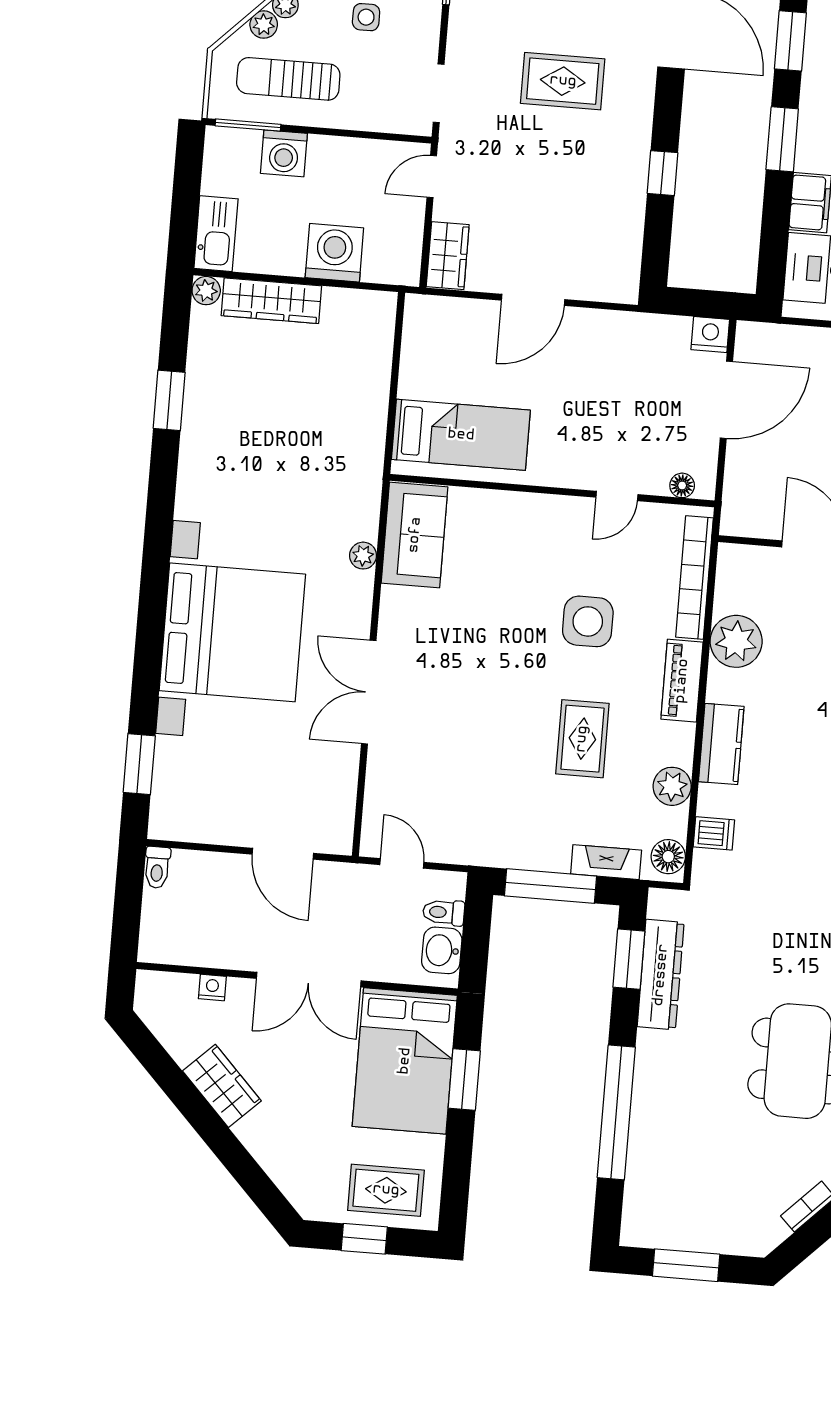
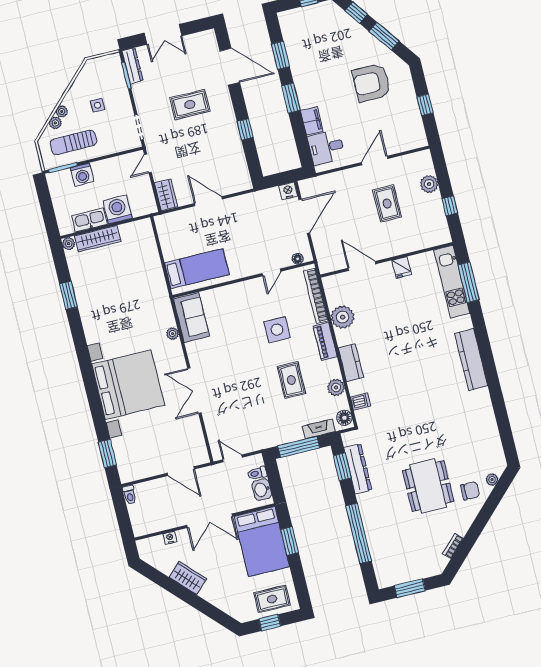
kitchen sink: (216, 234) -> (90, 220), moved, turned -90
door: (533, 300) -> (208, 201), swing flipped

